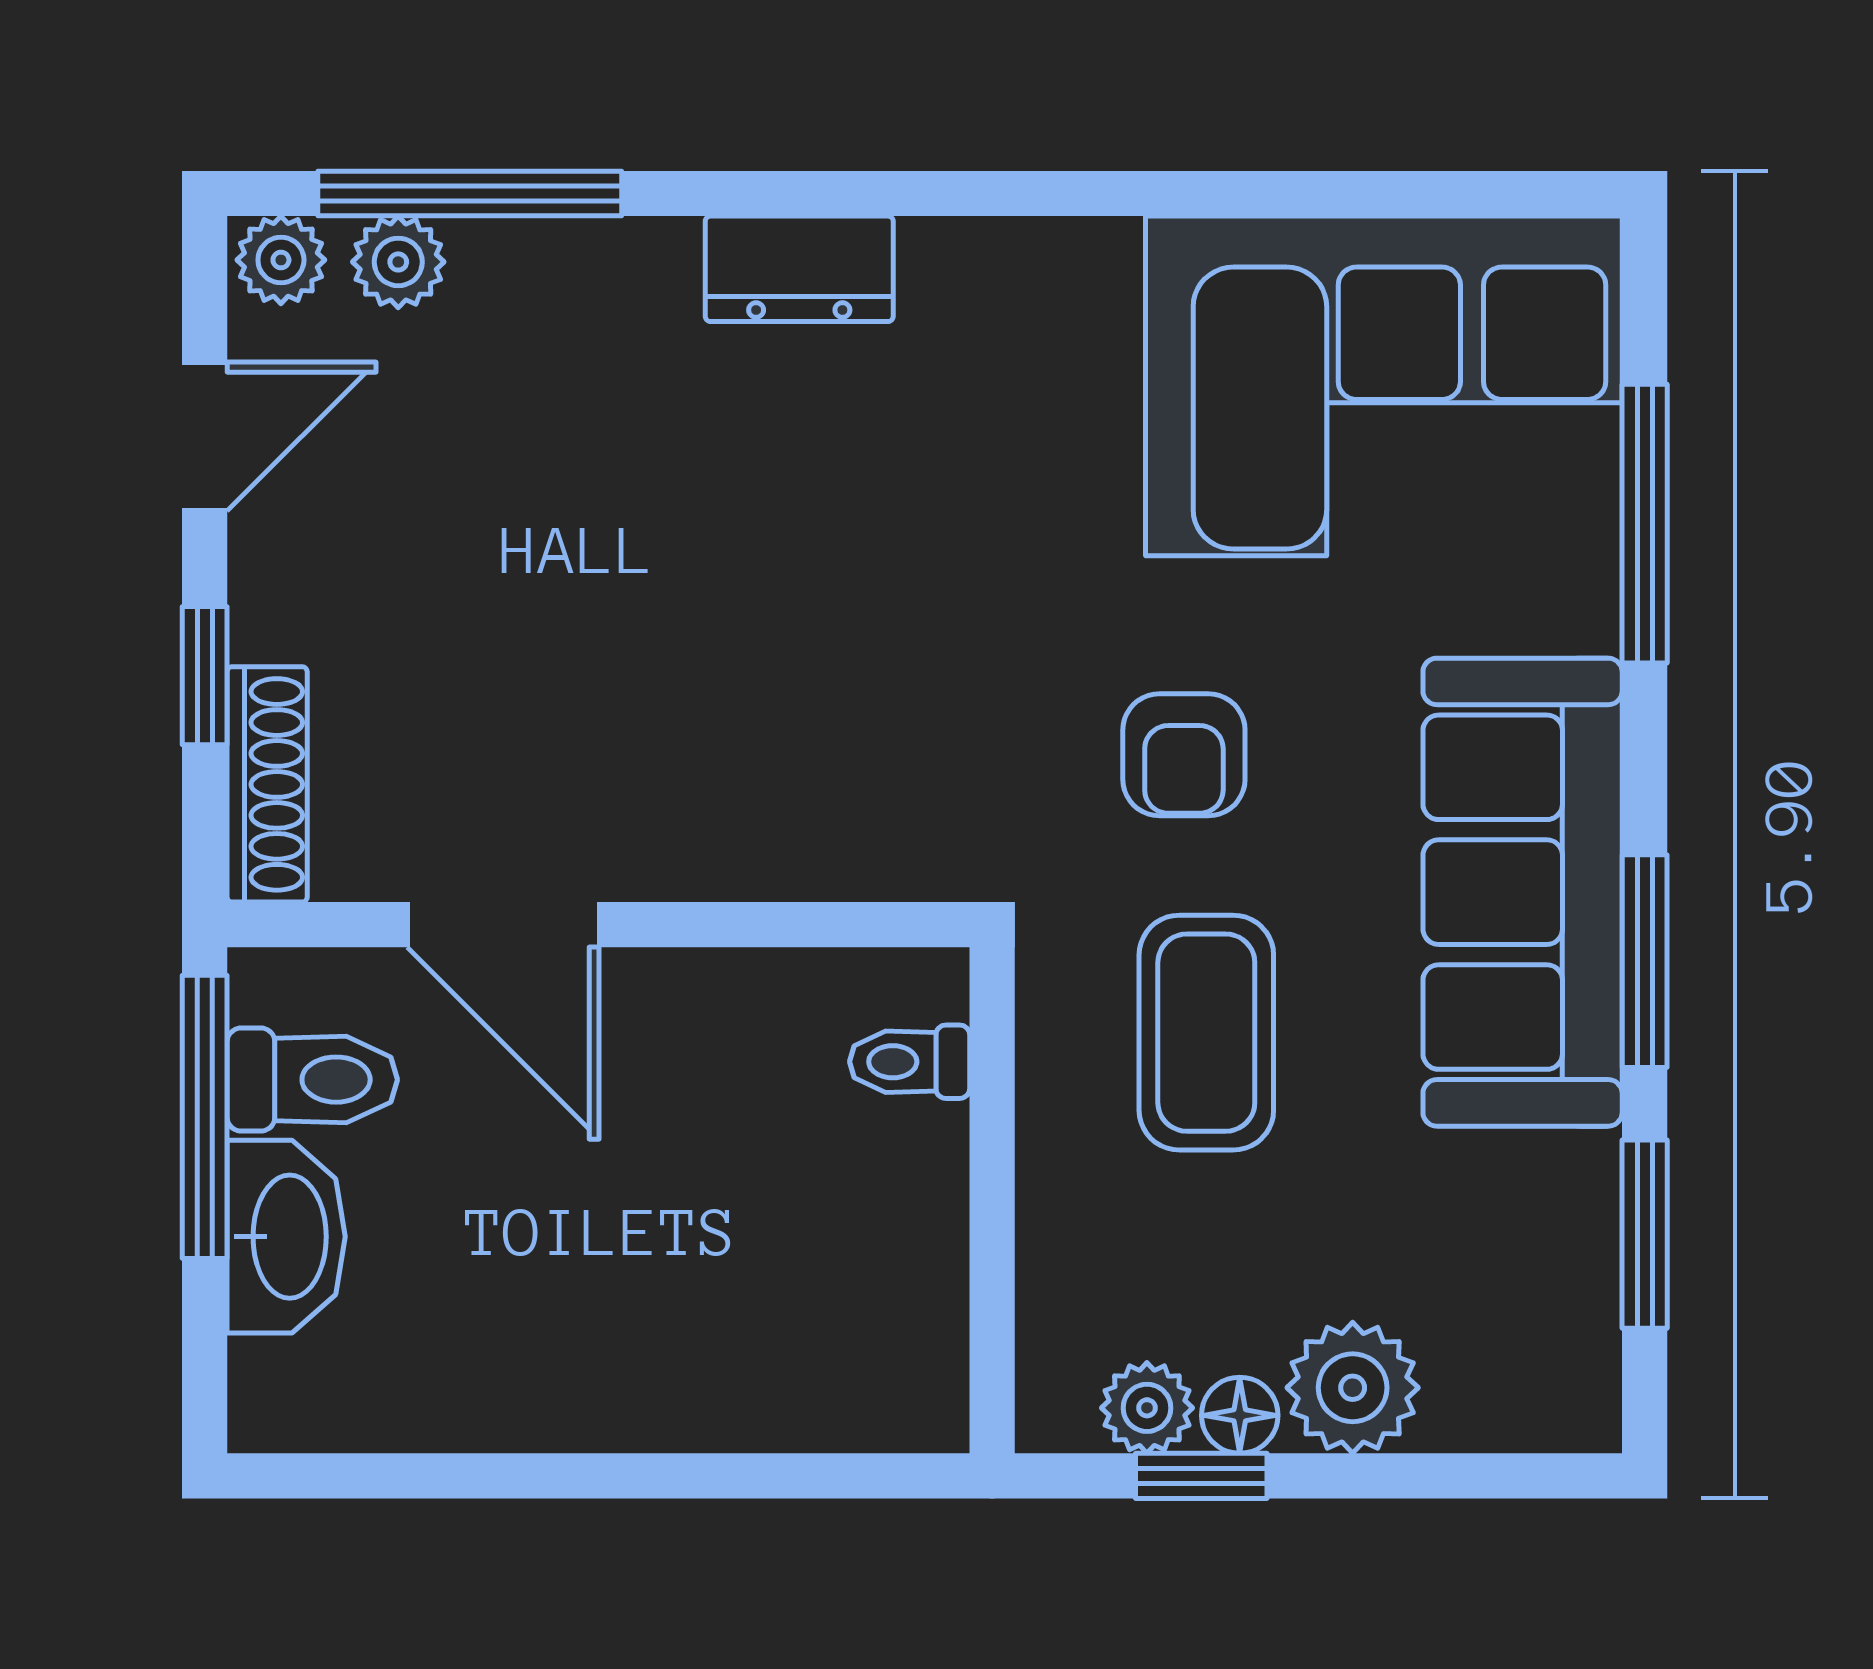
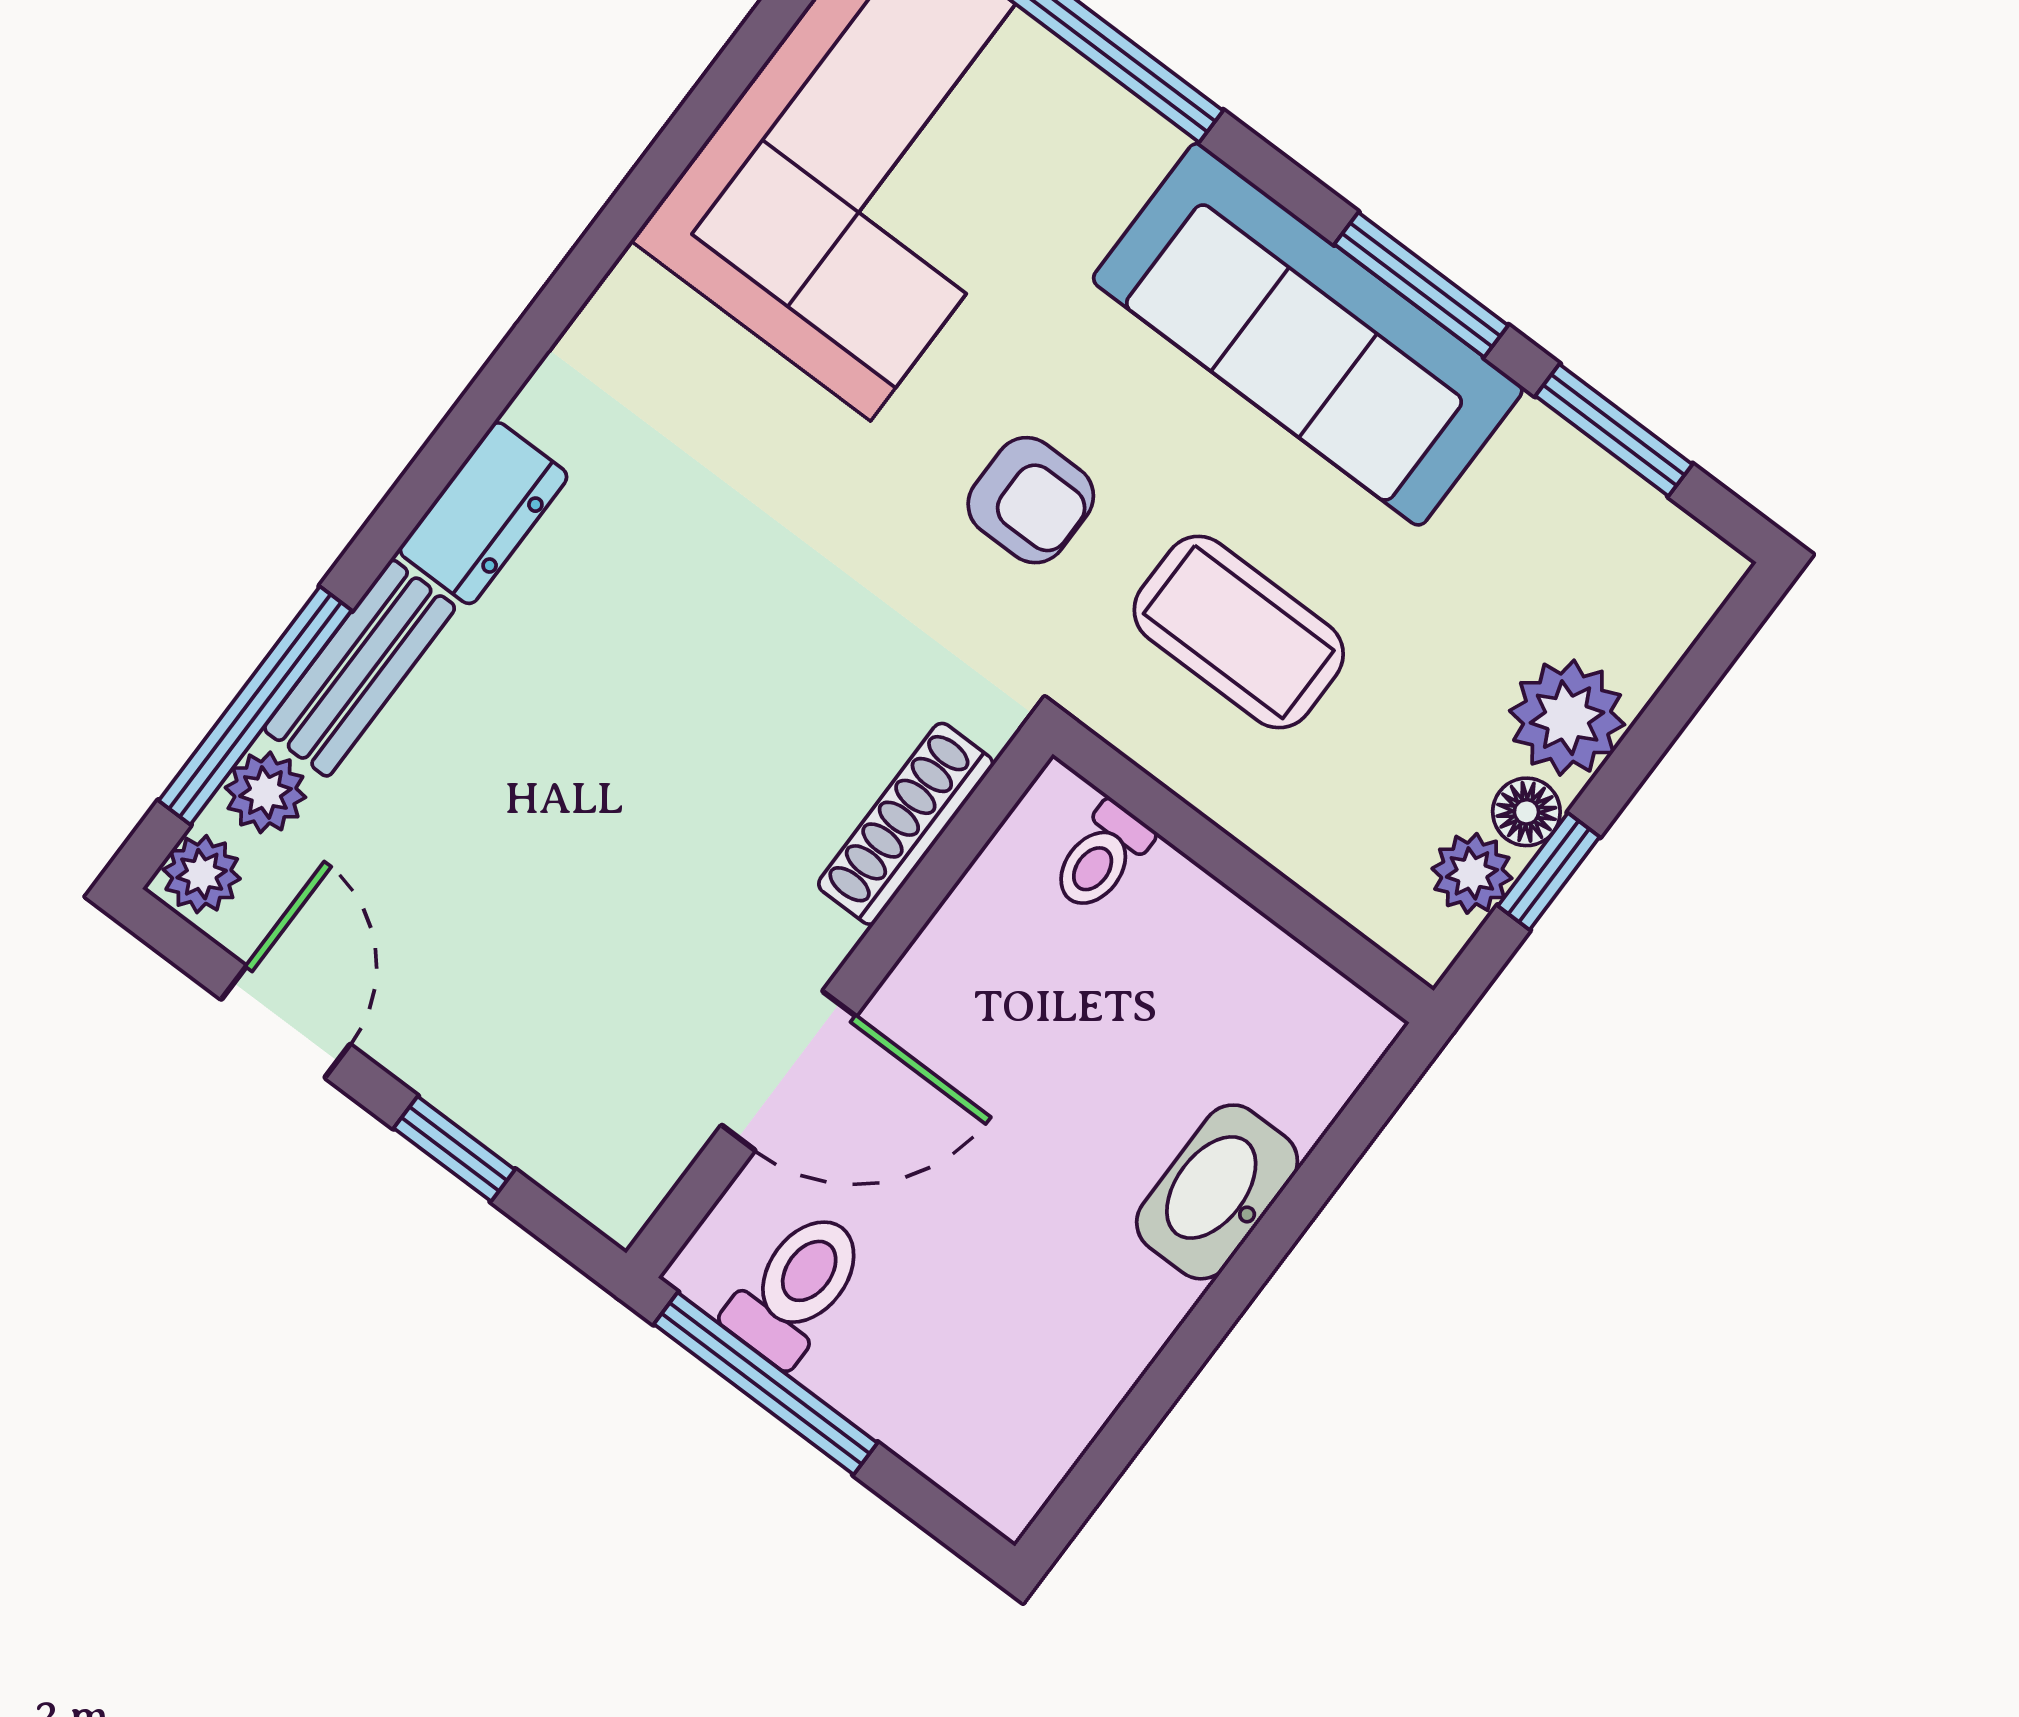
bench: (575, 262) -> (360, 668), added
shoe rack: (267, 784) -> (906, 824), moved, turned -90
washbasin: (286, 1237) -> (1217, 1192), moved, turned -90

